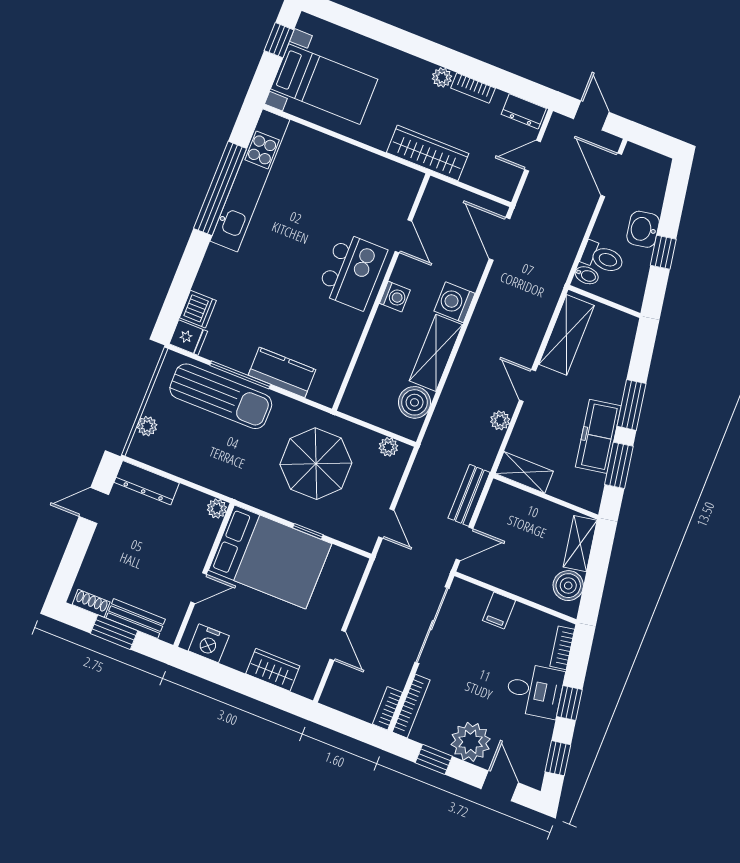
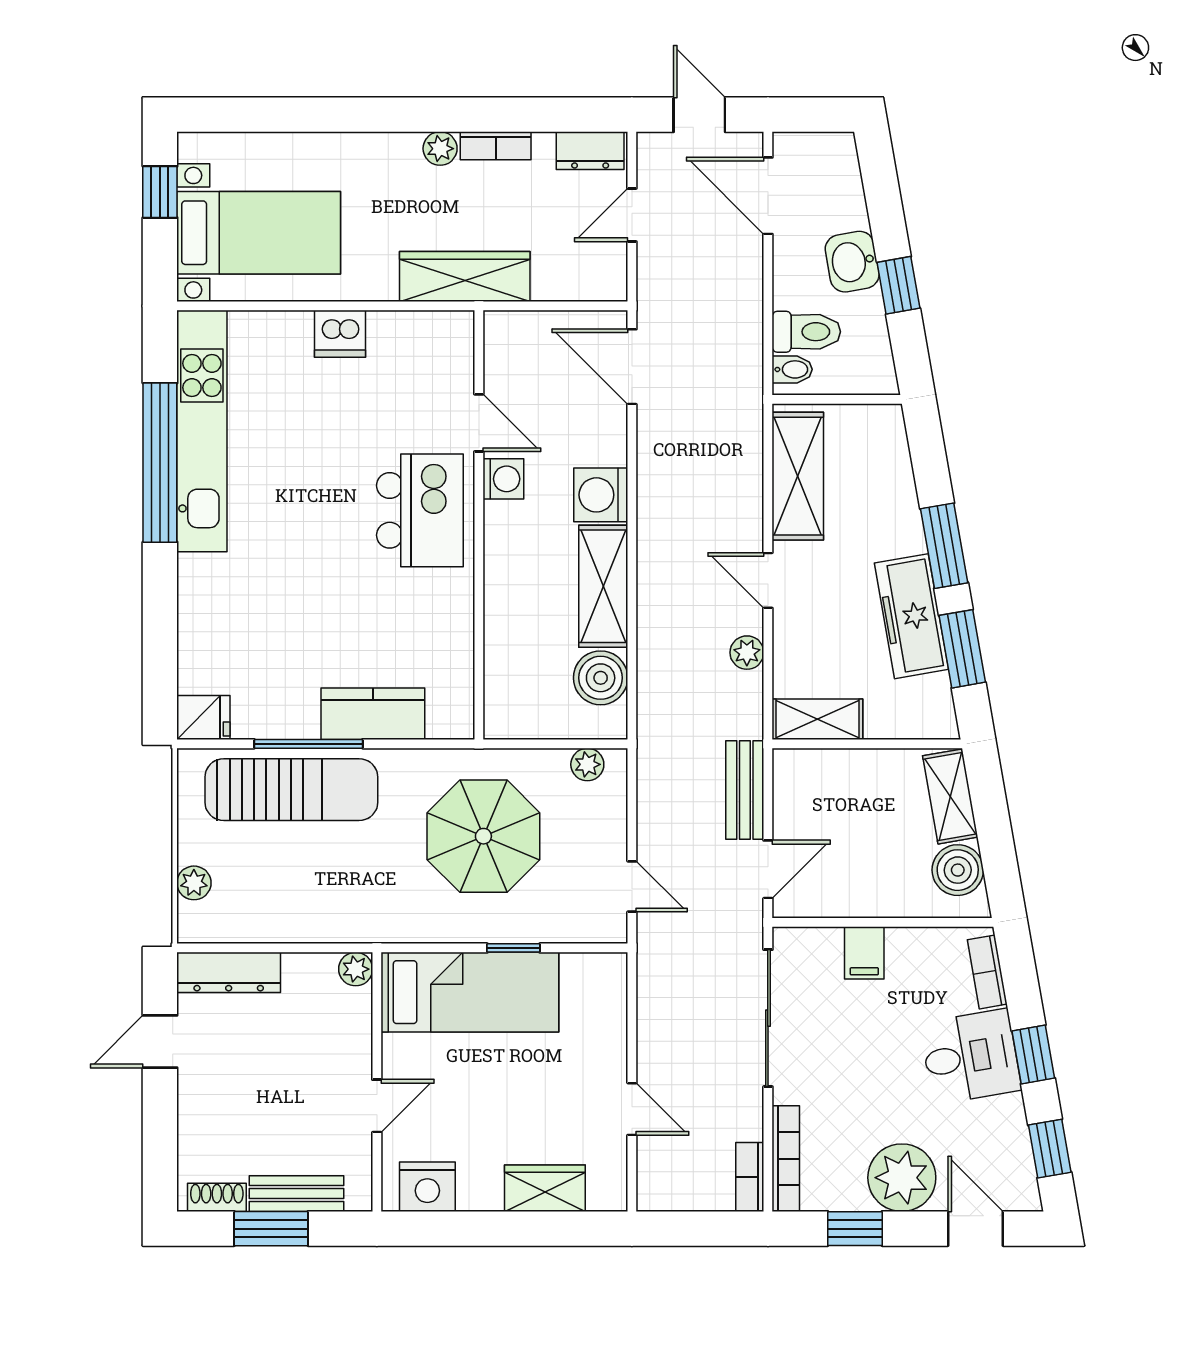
washing machine: (395, 297) -> (503, 479), moved
dishwasher: (198, 309) -> (340, 334), moved, turned 90
bed: (270, 557) -> (470, 992), width x0.67

